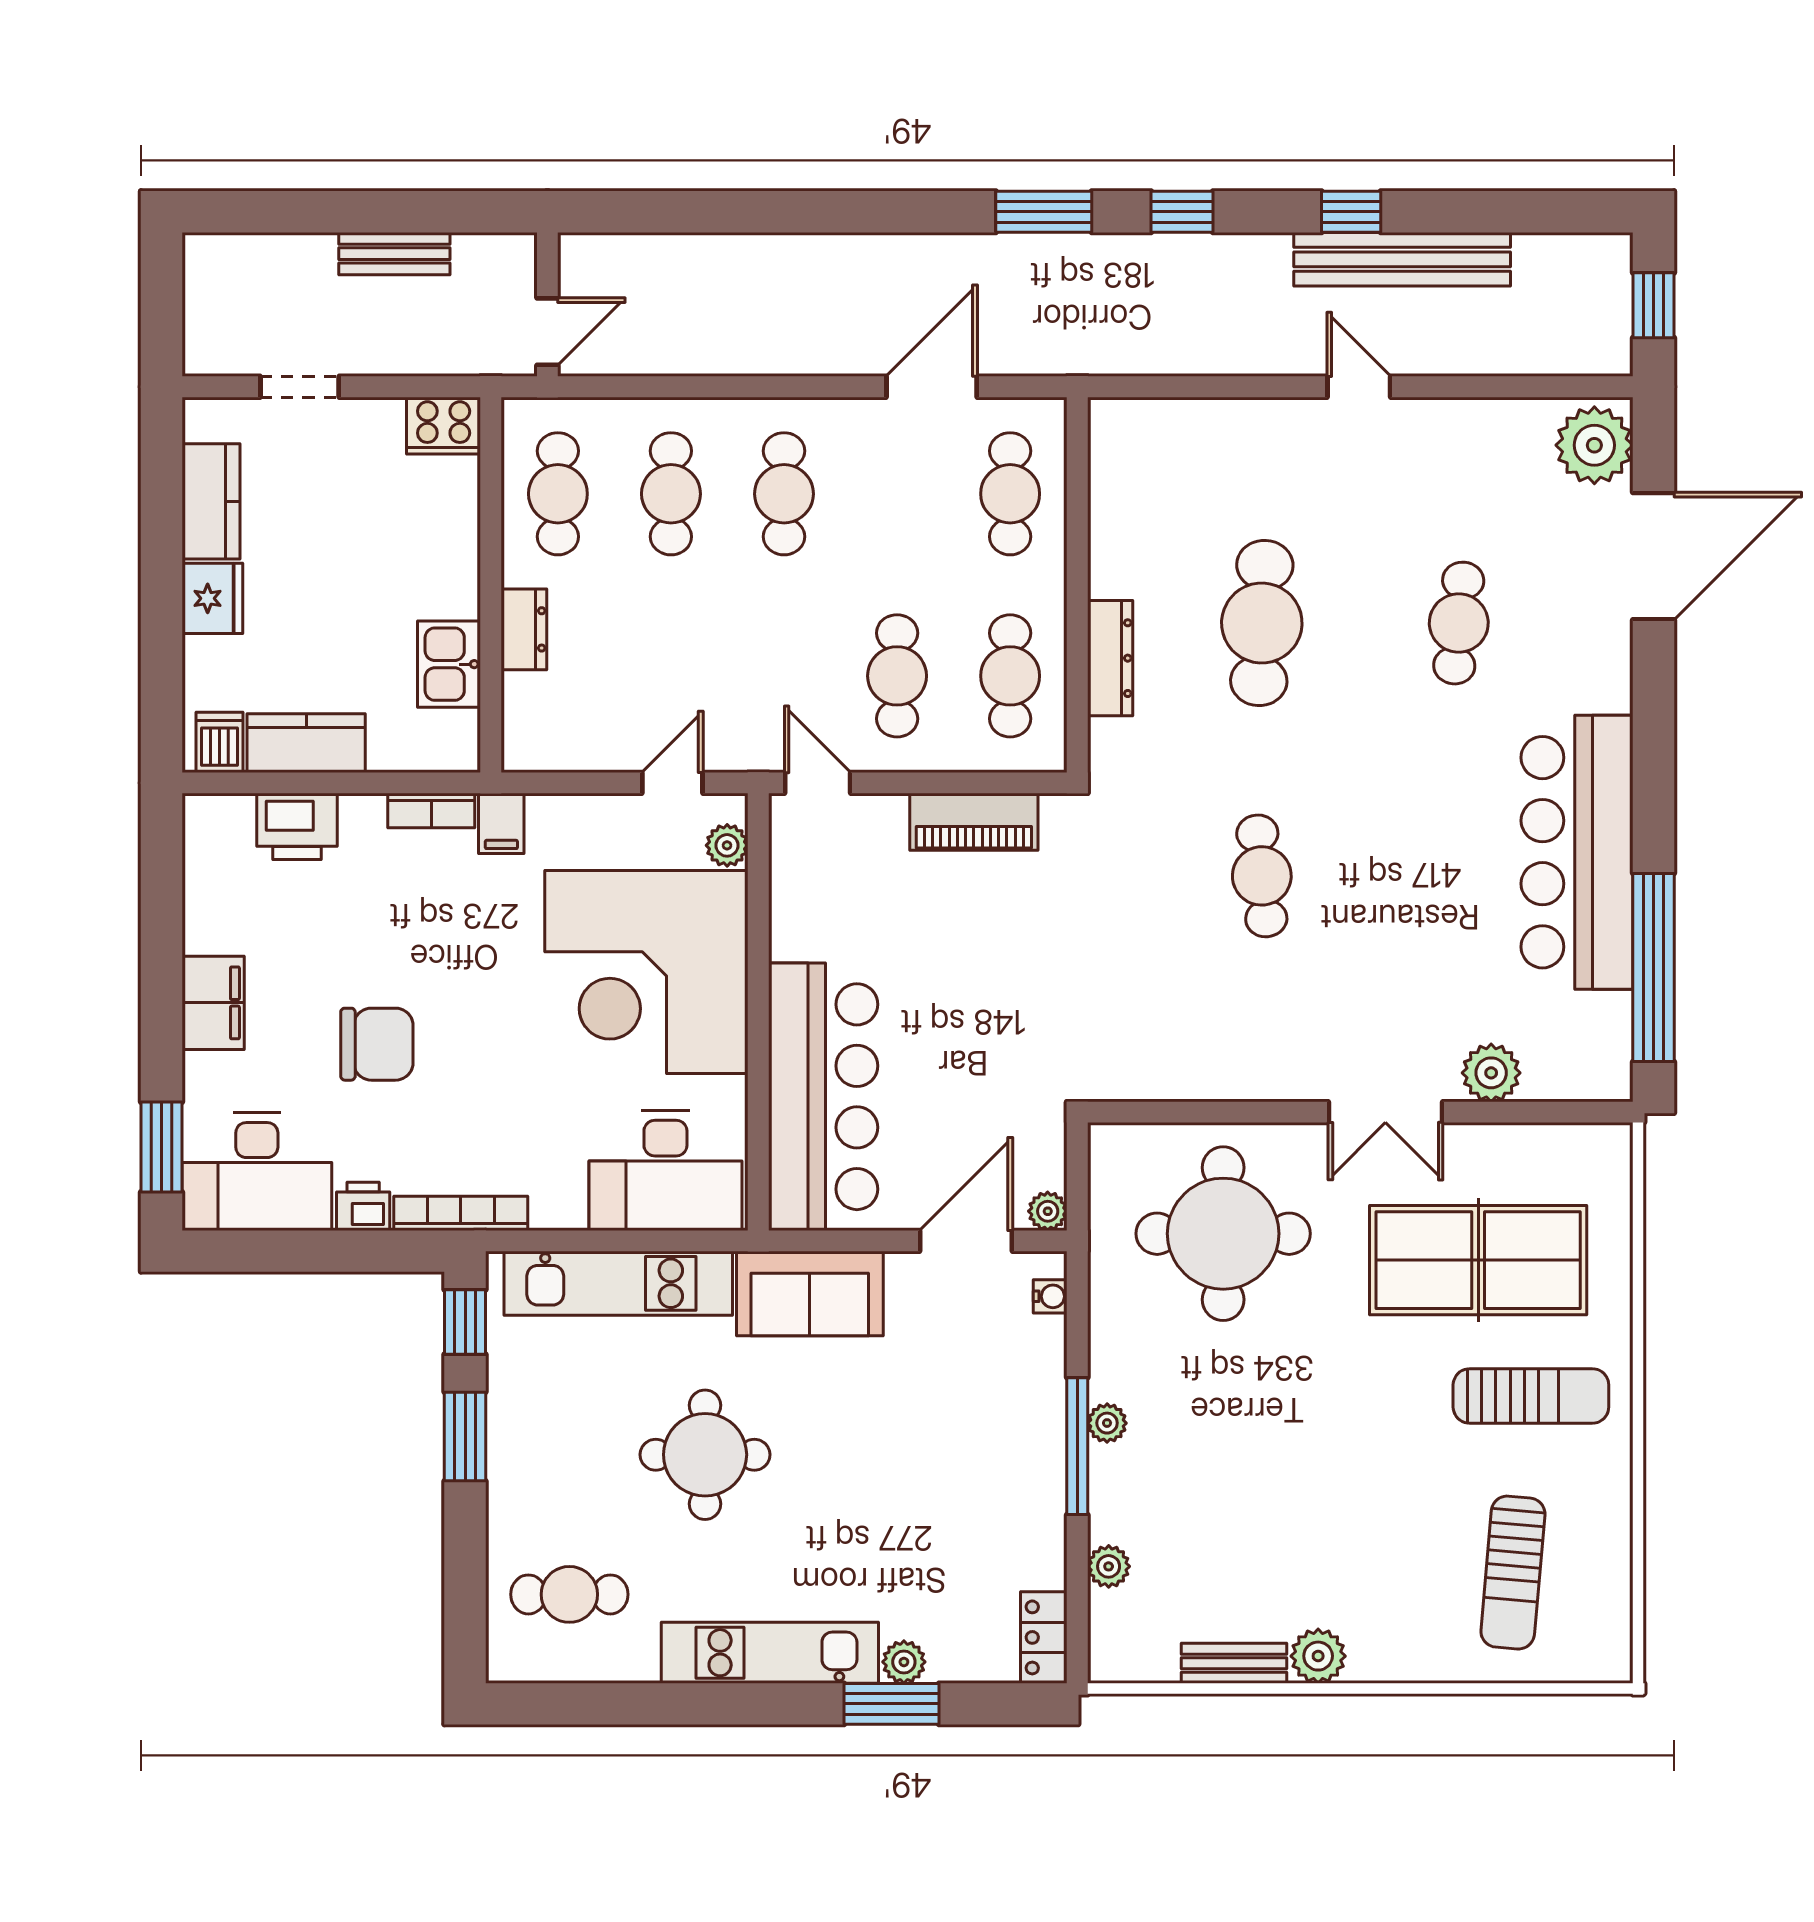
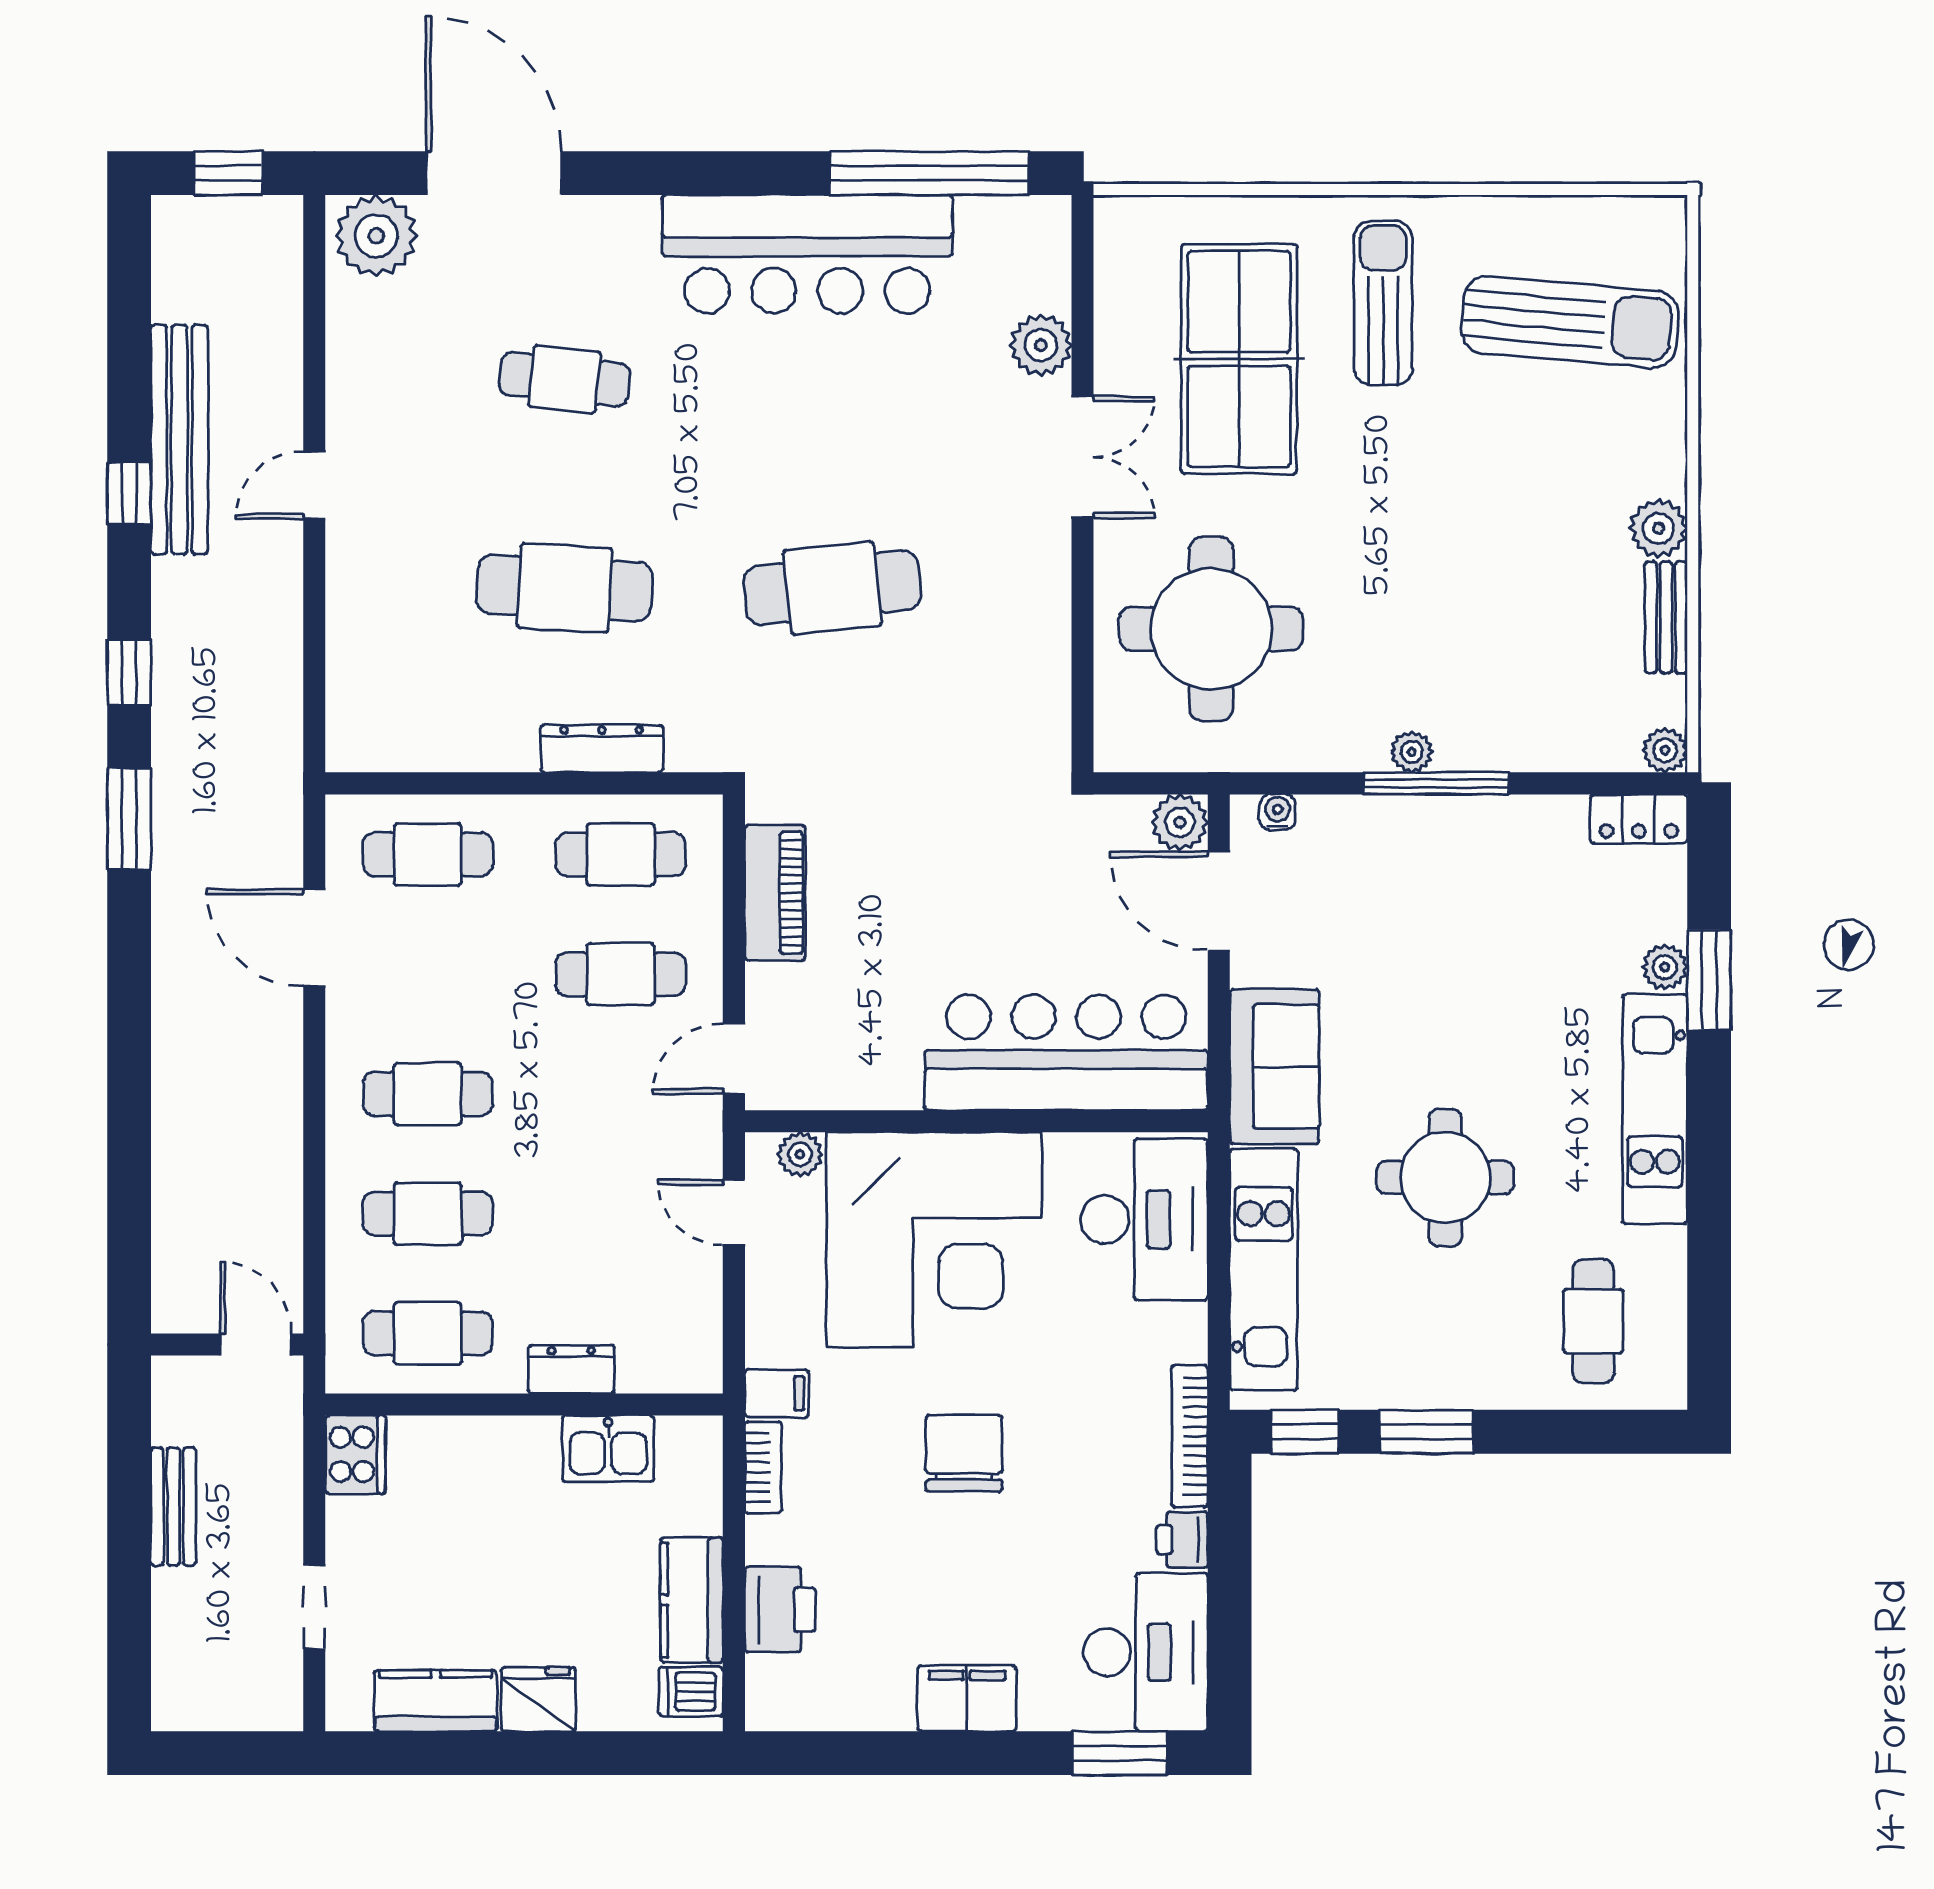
cafe table: (1262, 876) -> (832, 588), width x1.37, depth x1.35
chair: (377, 1044) -> (964, 1453), moved
plant: (1048, 1211) -> (1180, 822), width x1.38, depth x1.38
plant: (1109, 1566) -> (1665, 750), moved
sun lounger: (1513, 1573) -> (1570, 322), width x1.36, depth x1.34

